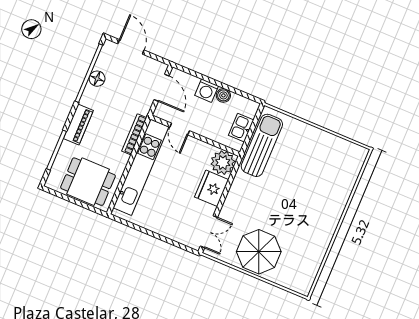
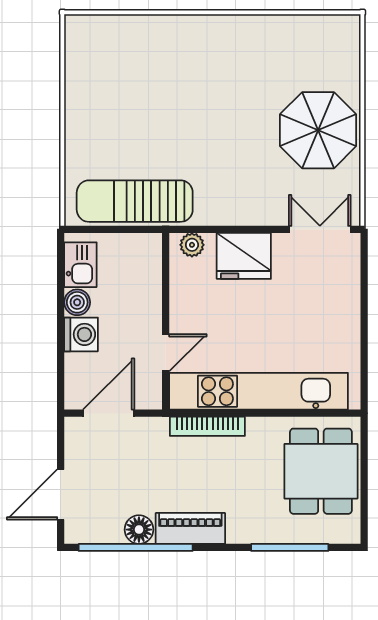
piano: (78, 125) -> (190, 528), moved
kitchen sink: (241, 128) -> (80, 265), moved, turned -90
plant: (223, 163) -> (192, 245), width x0.53, depth x0.53

